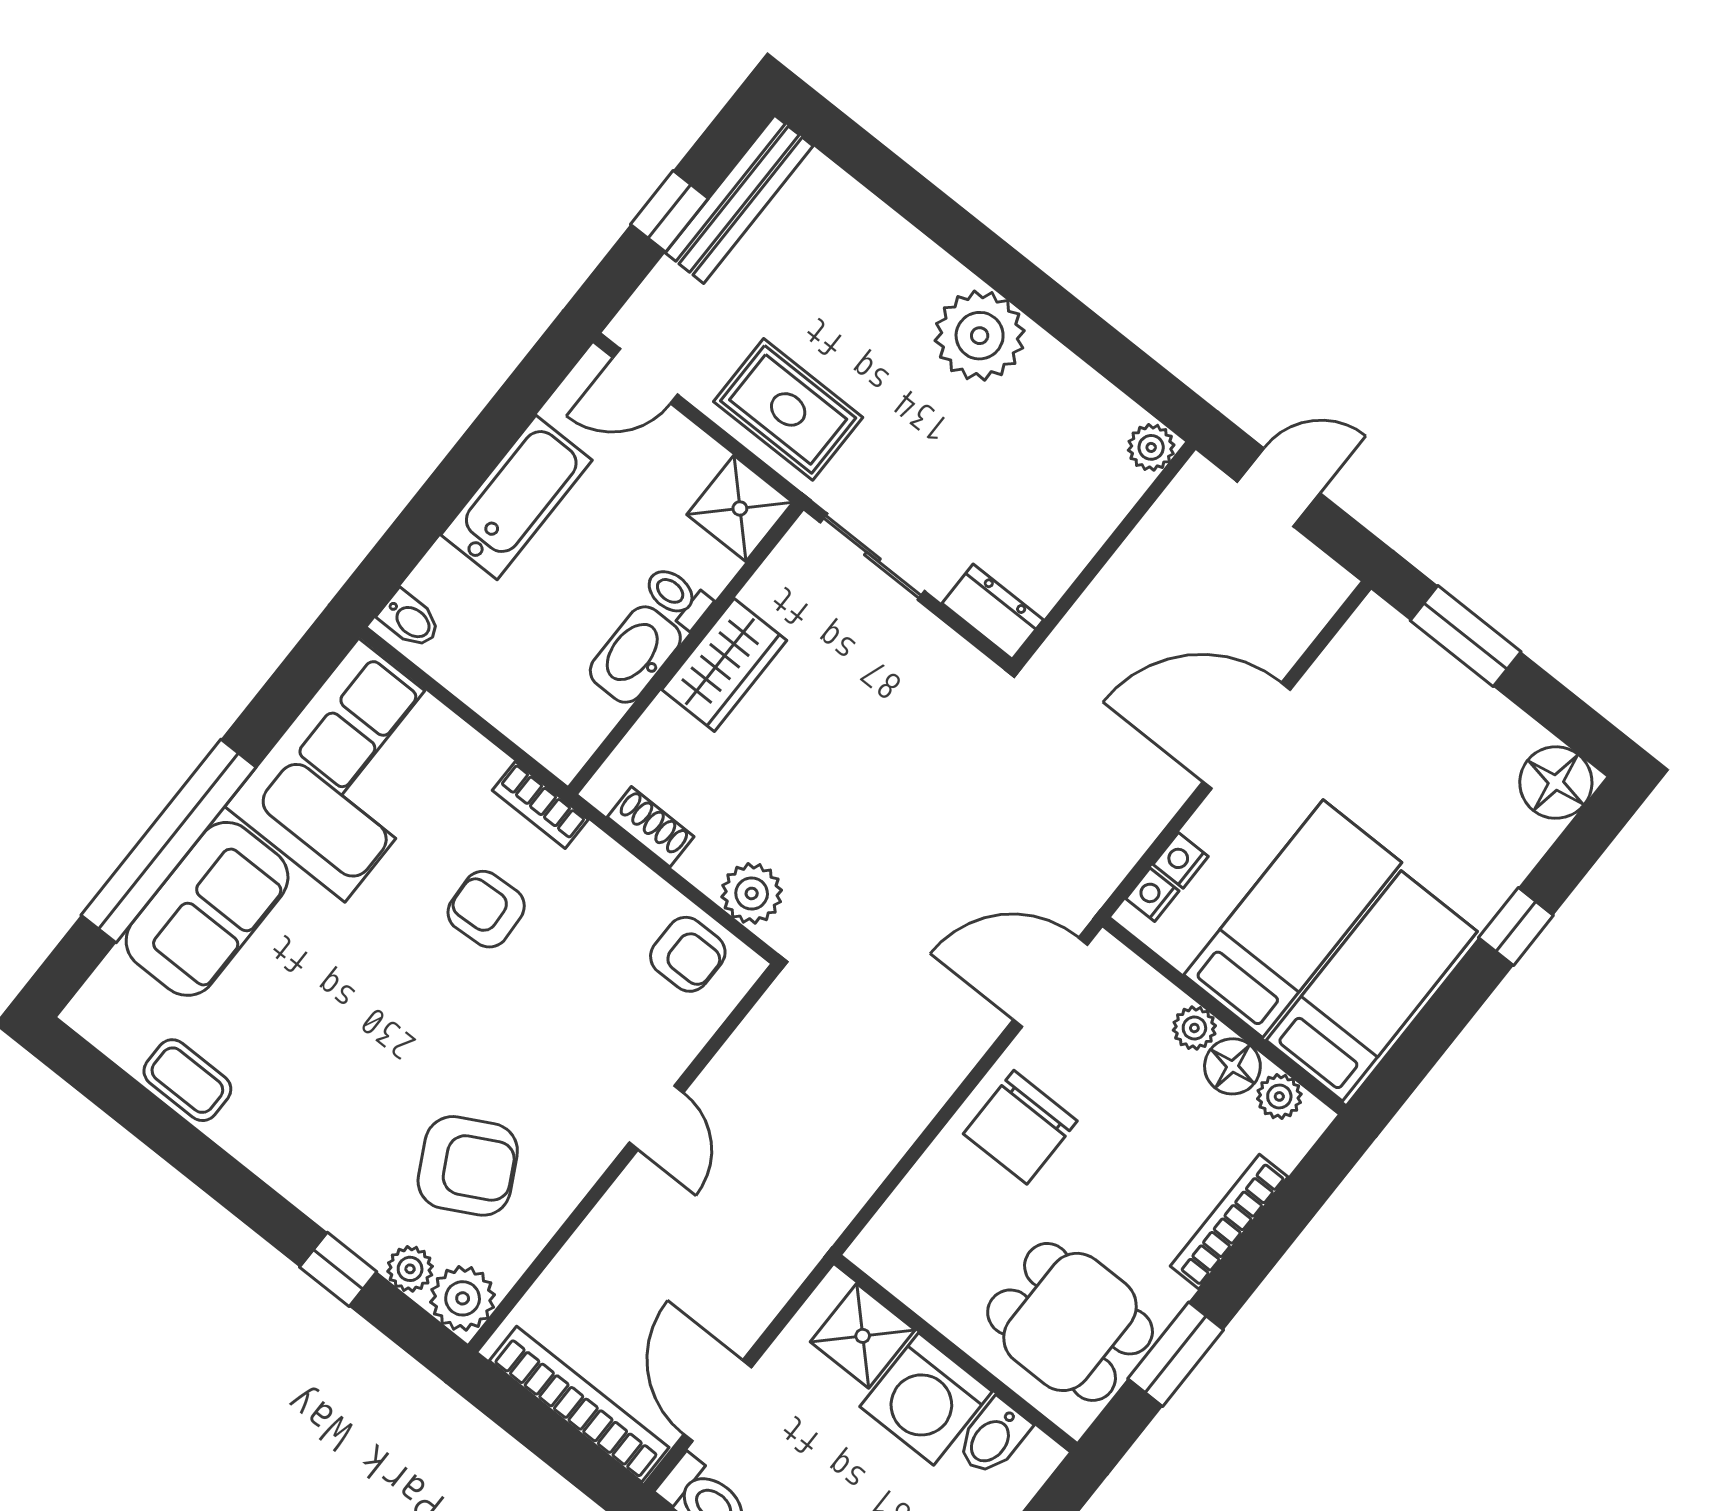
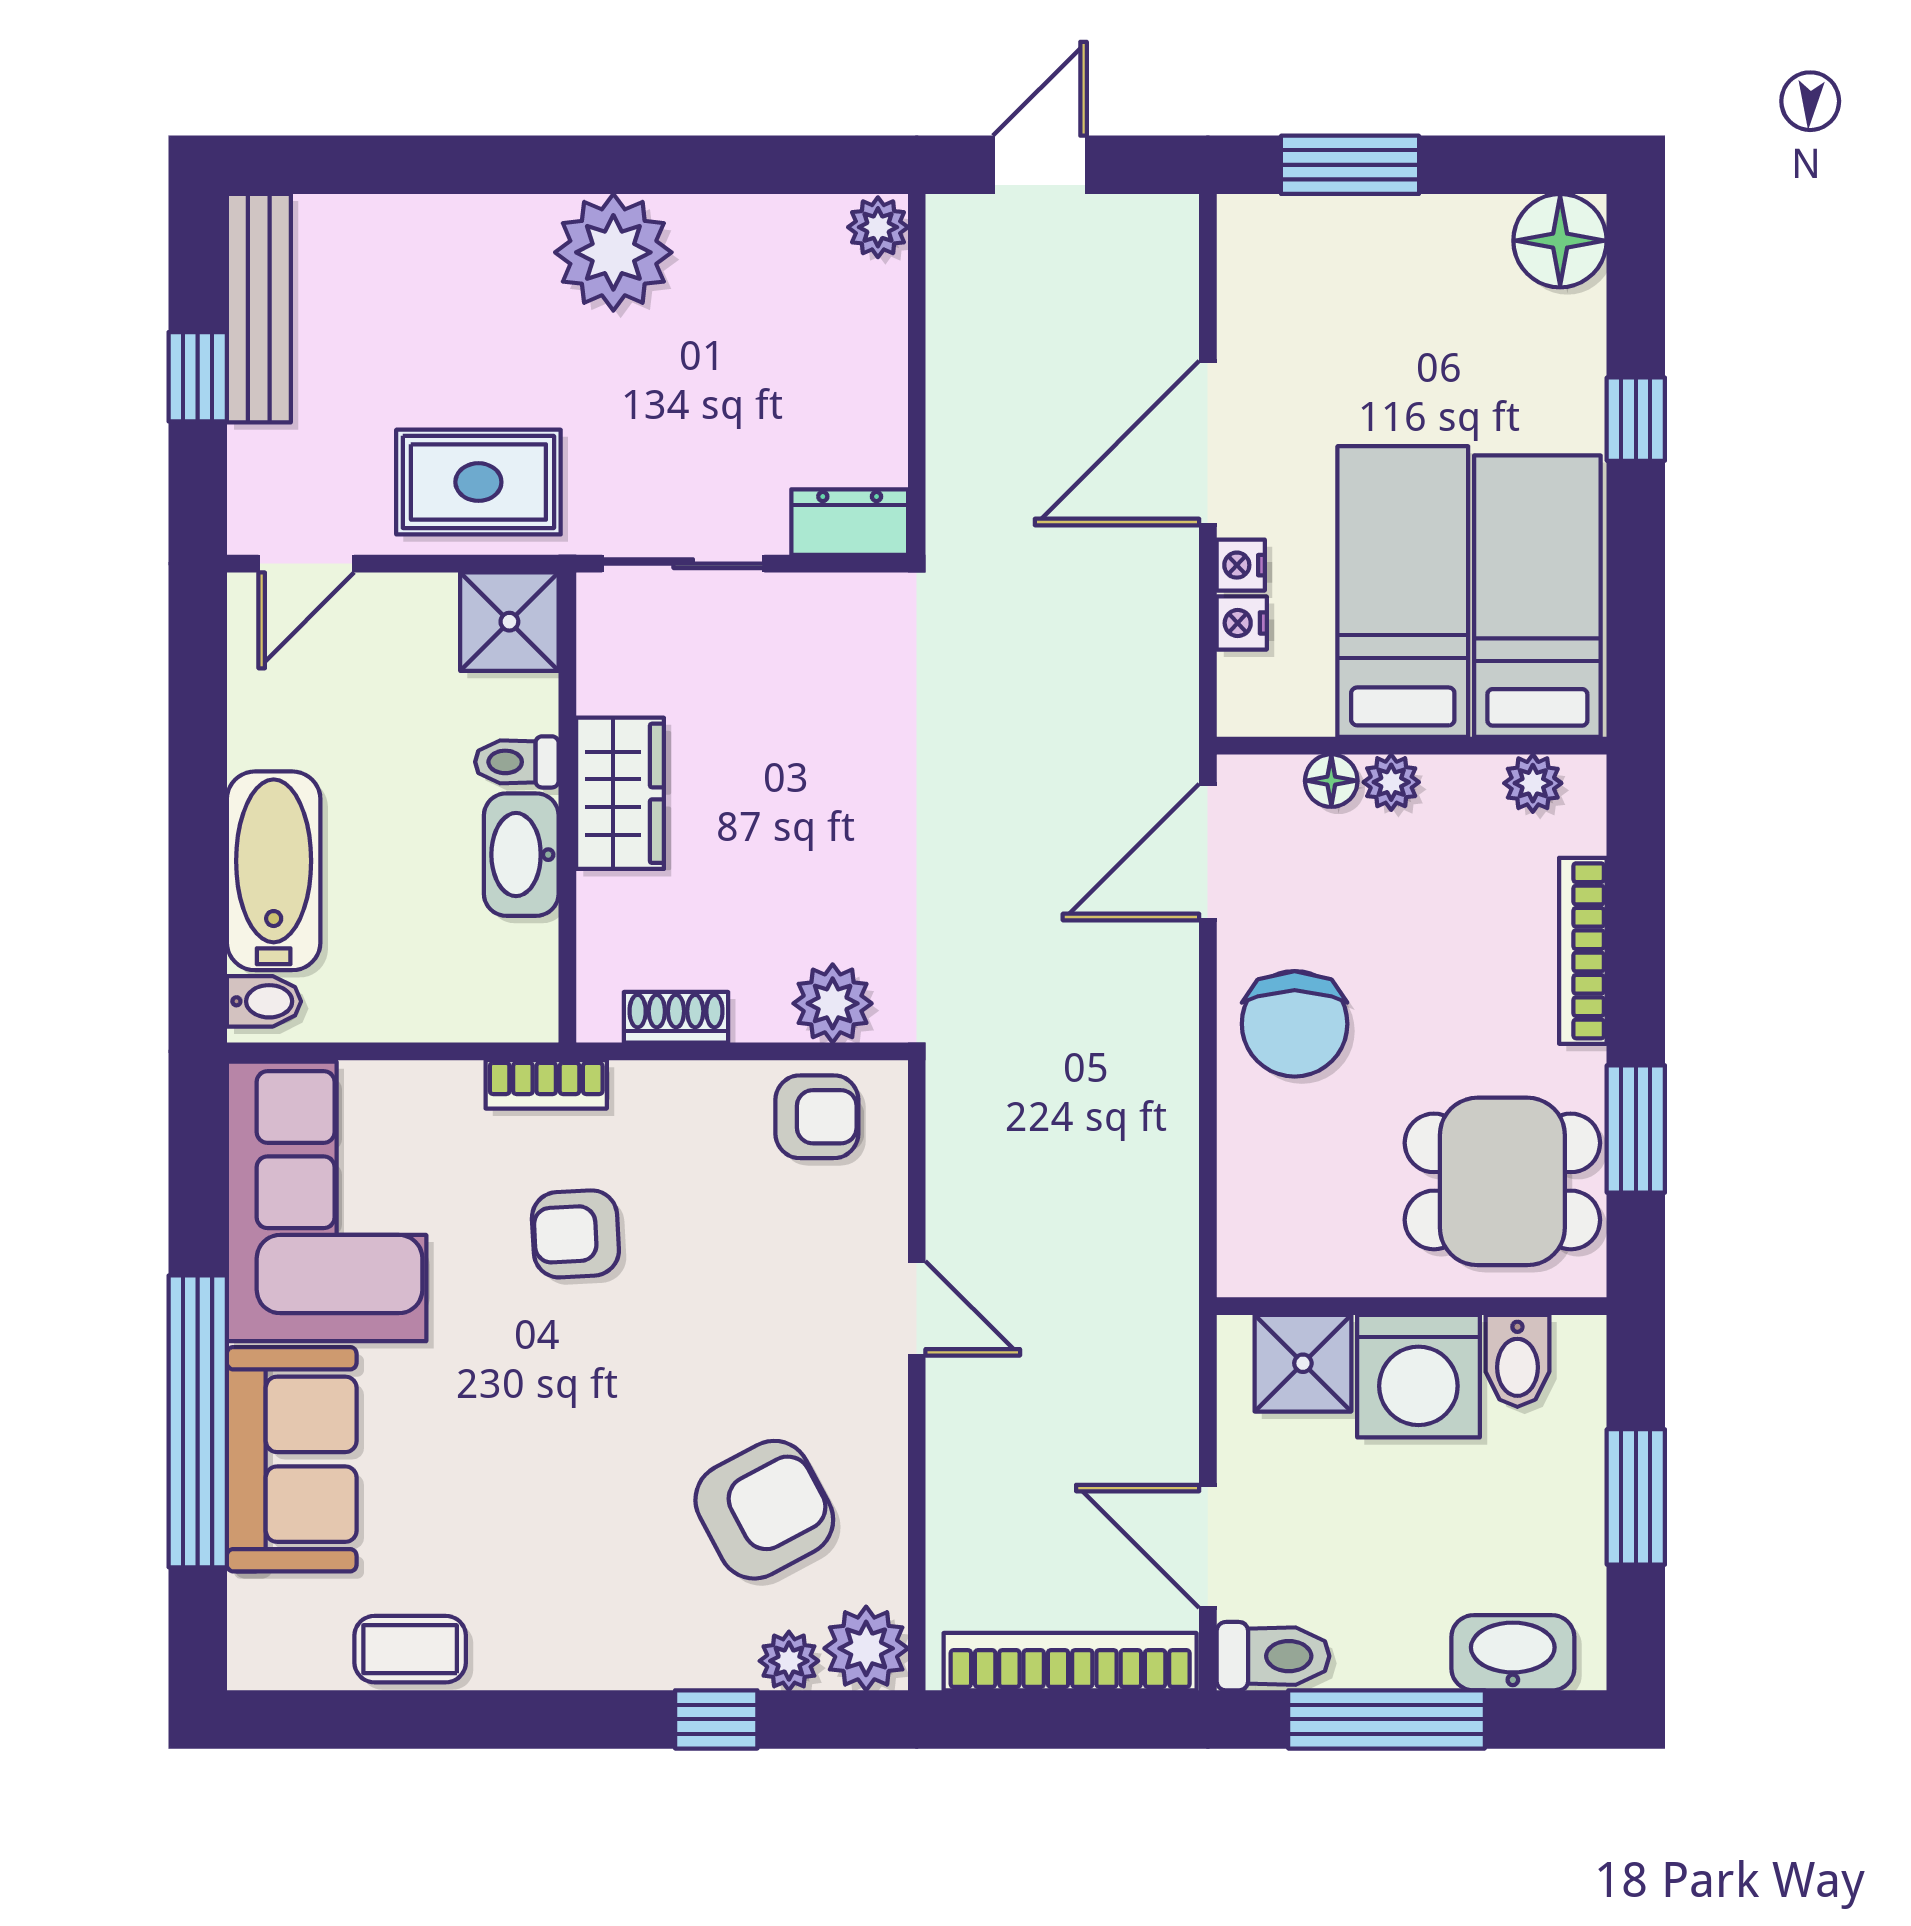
bathtub: (516, 498) -> (274, 871), moved
nightstand: (1152, 895) -> (1241, 565), moved
floor lamp: (1232, 1066) -> (1331, 781), moved, width x0.73, depth x0.73

